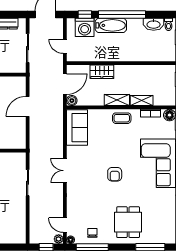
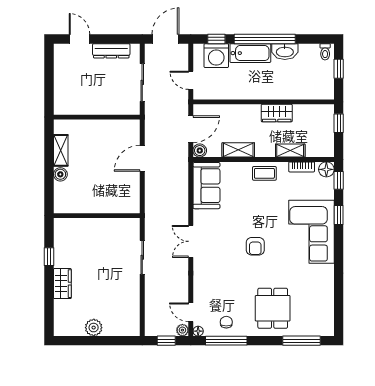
washbasin: (154, 24) -> (285, 52), moved
wardrobe: (102, 72) -> (277, 113), moved
shelving: (117, 100) -> (238, 150), moved

